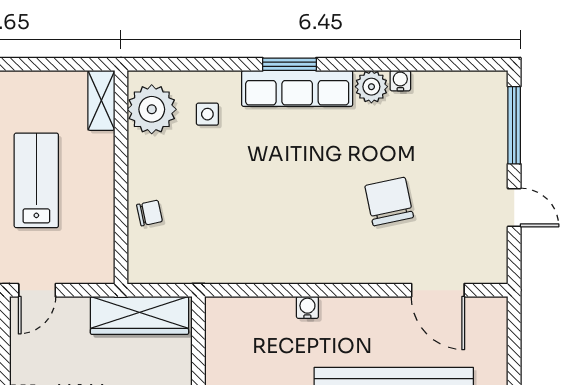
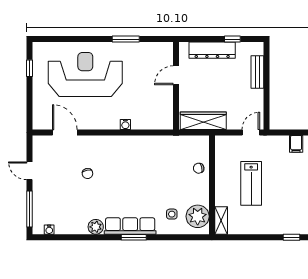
water cooler: (400, 81) -> (49, 230), moved
chair: (389, 202) -> (87, 174), width x0.54, depth x0.54

